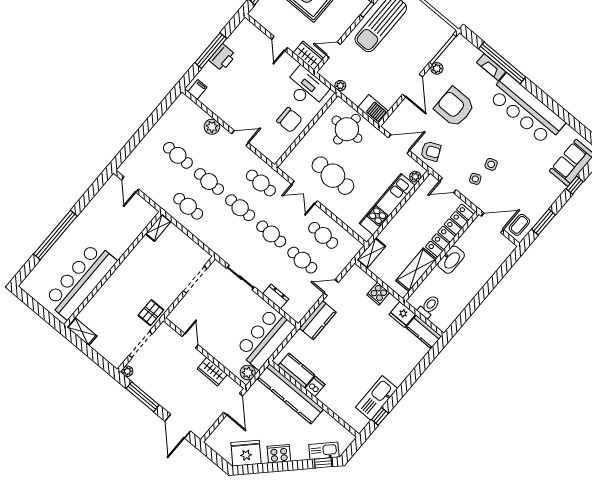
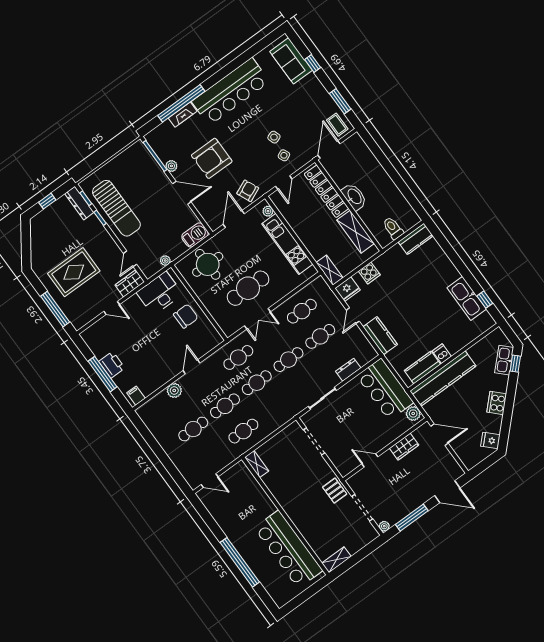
fridge: (402, 314) -> (348, 289), moved
fridge: (246, 453) -> (490, 440), width x0.53, depth x0.75

